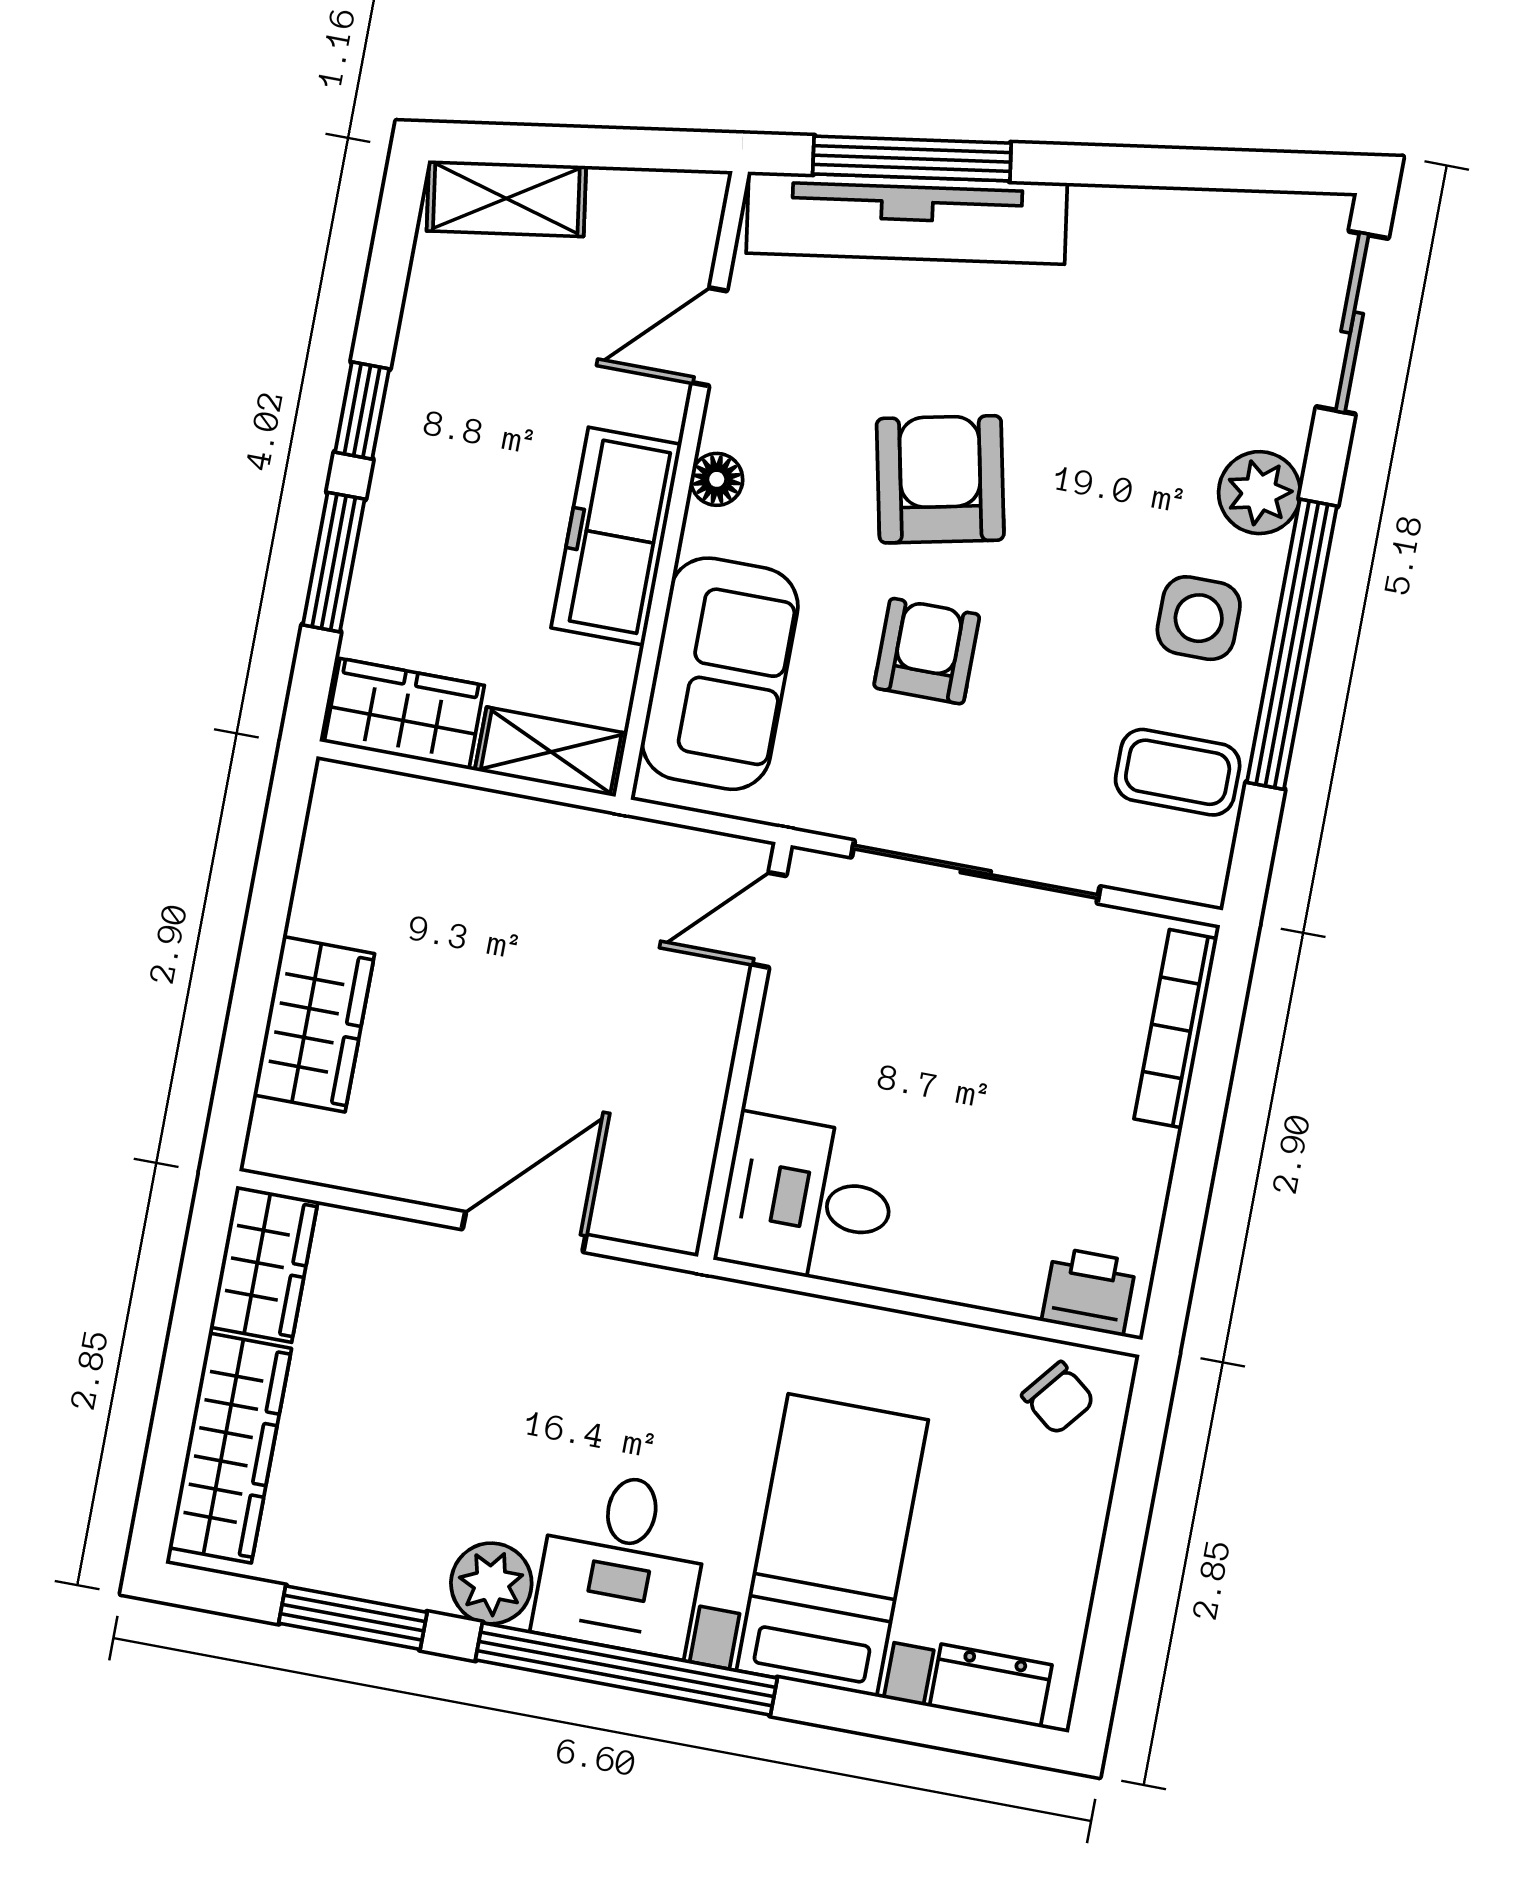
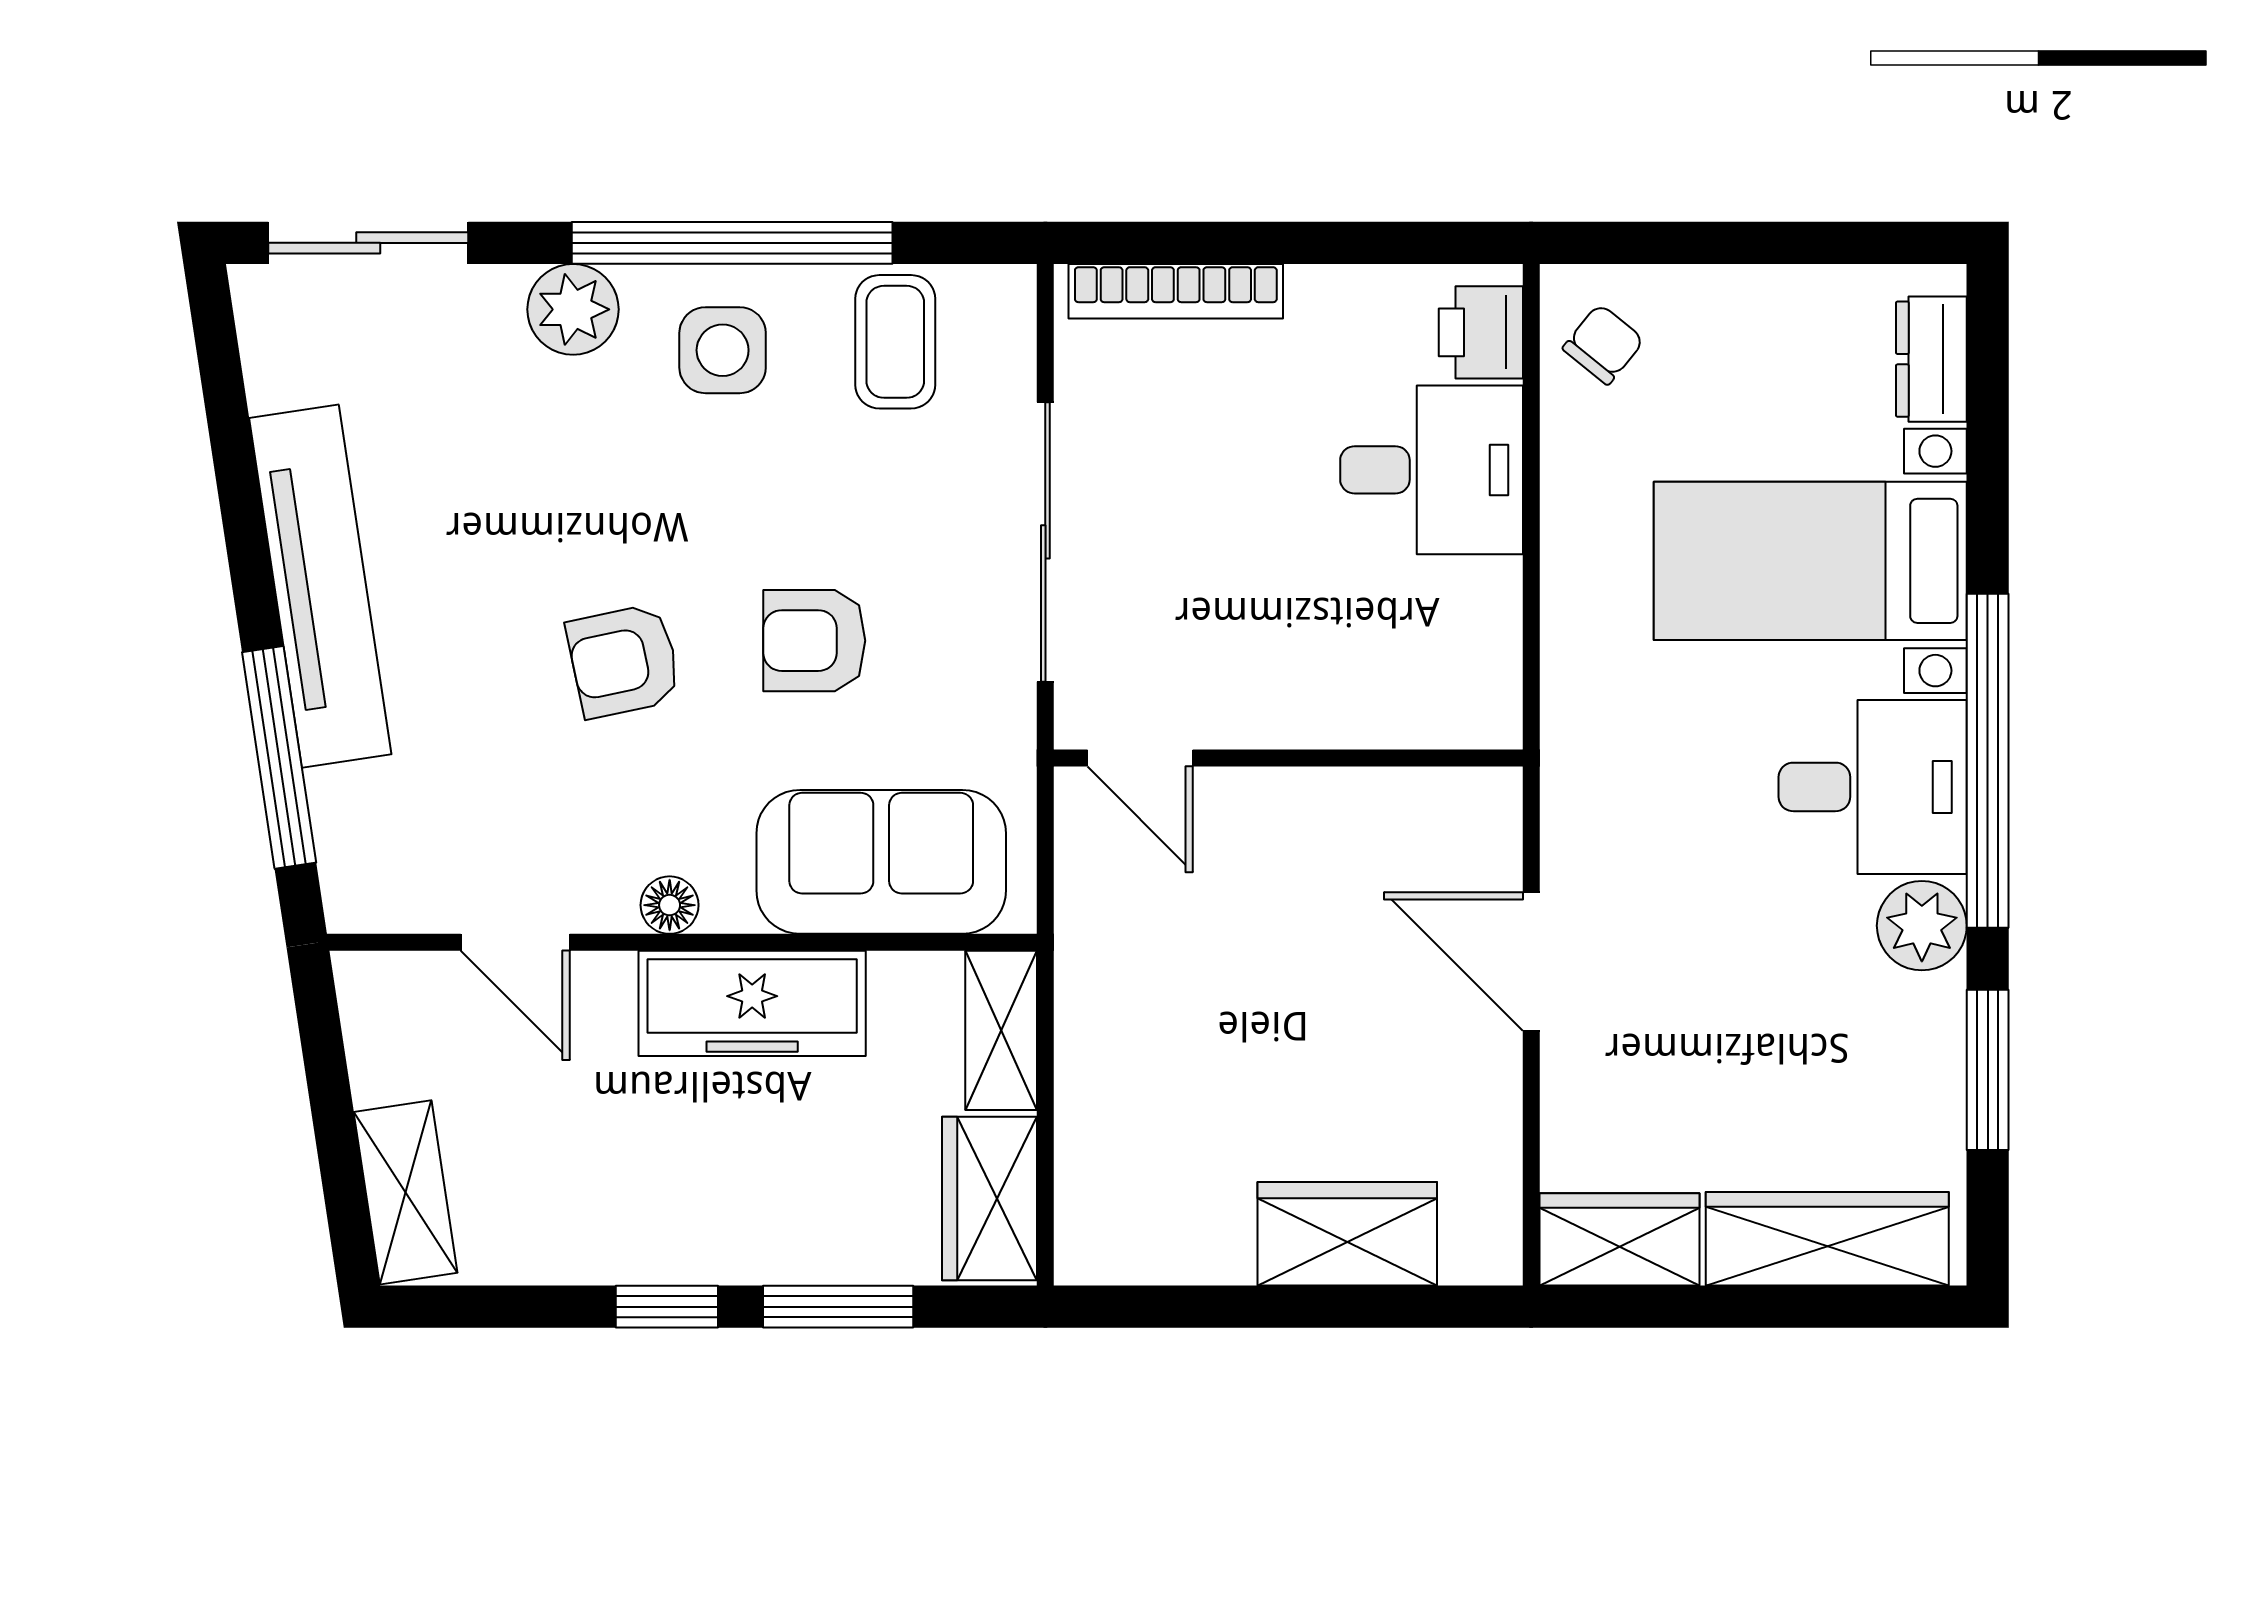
tv unit: (907, 218) -> (320, 586), moved
armchair: (940, 479) -> (624, 661), width x0.72, depth x0.72
desk: (808, 1200) -> (1432, 470), moved, turned -90

